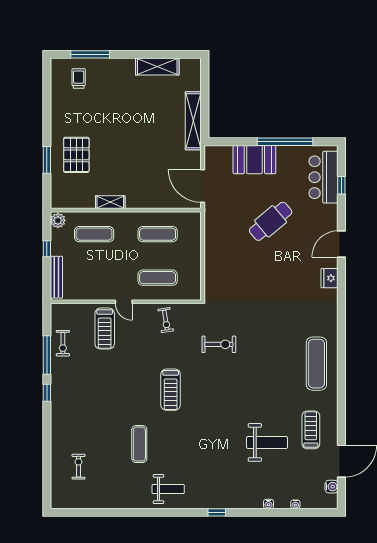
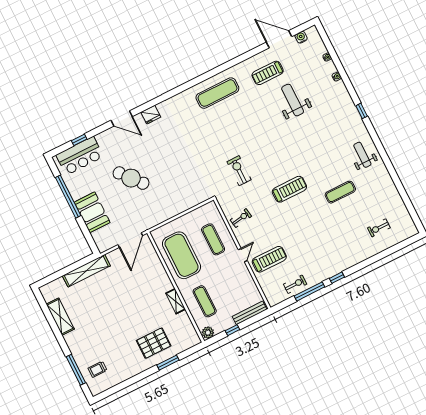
exercise mat: (158, 234) -> (182, 255), width x2.00, depth x1.45

